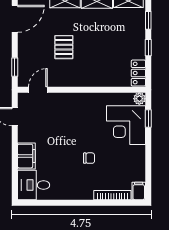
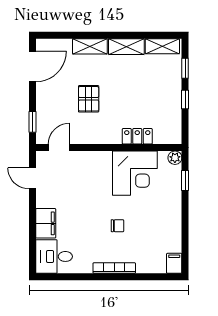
locker: (138, 73) -> (137, 136), moved, turned 90
corner desk: (126, 125) -> (135, 173), moved, turned -90
bookcase: (112, 195) -> (114, 268), moved

